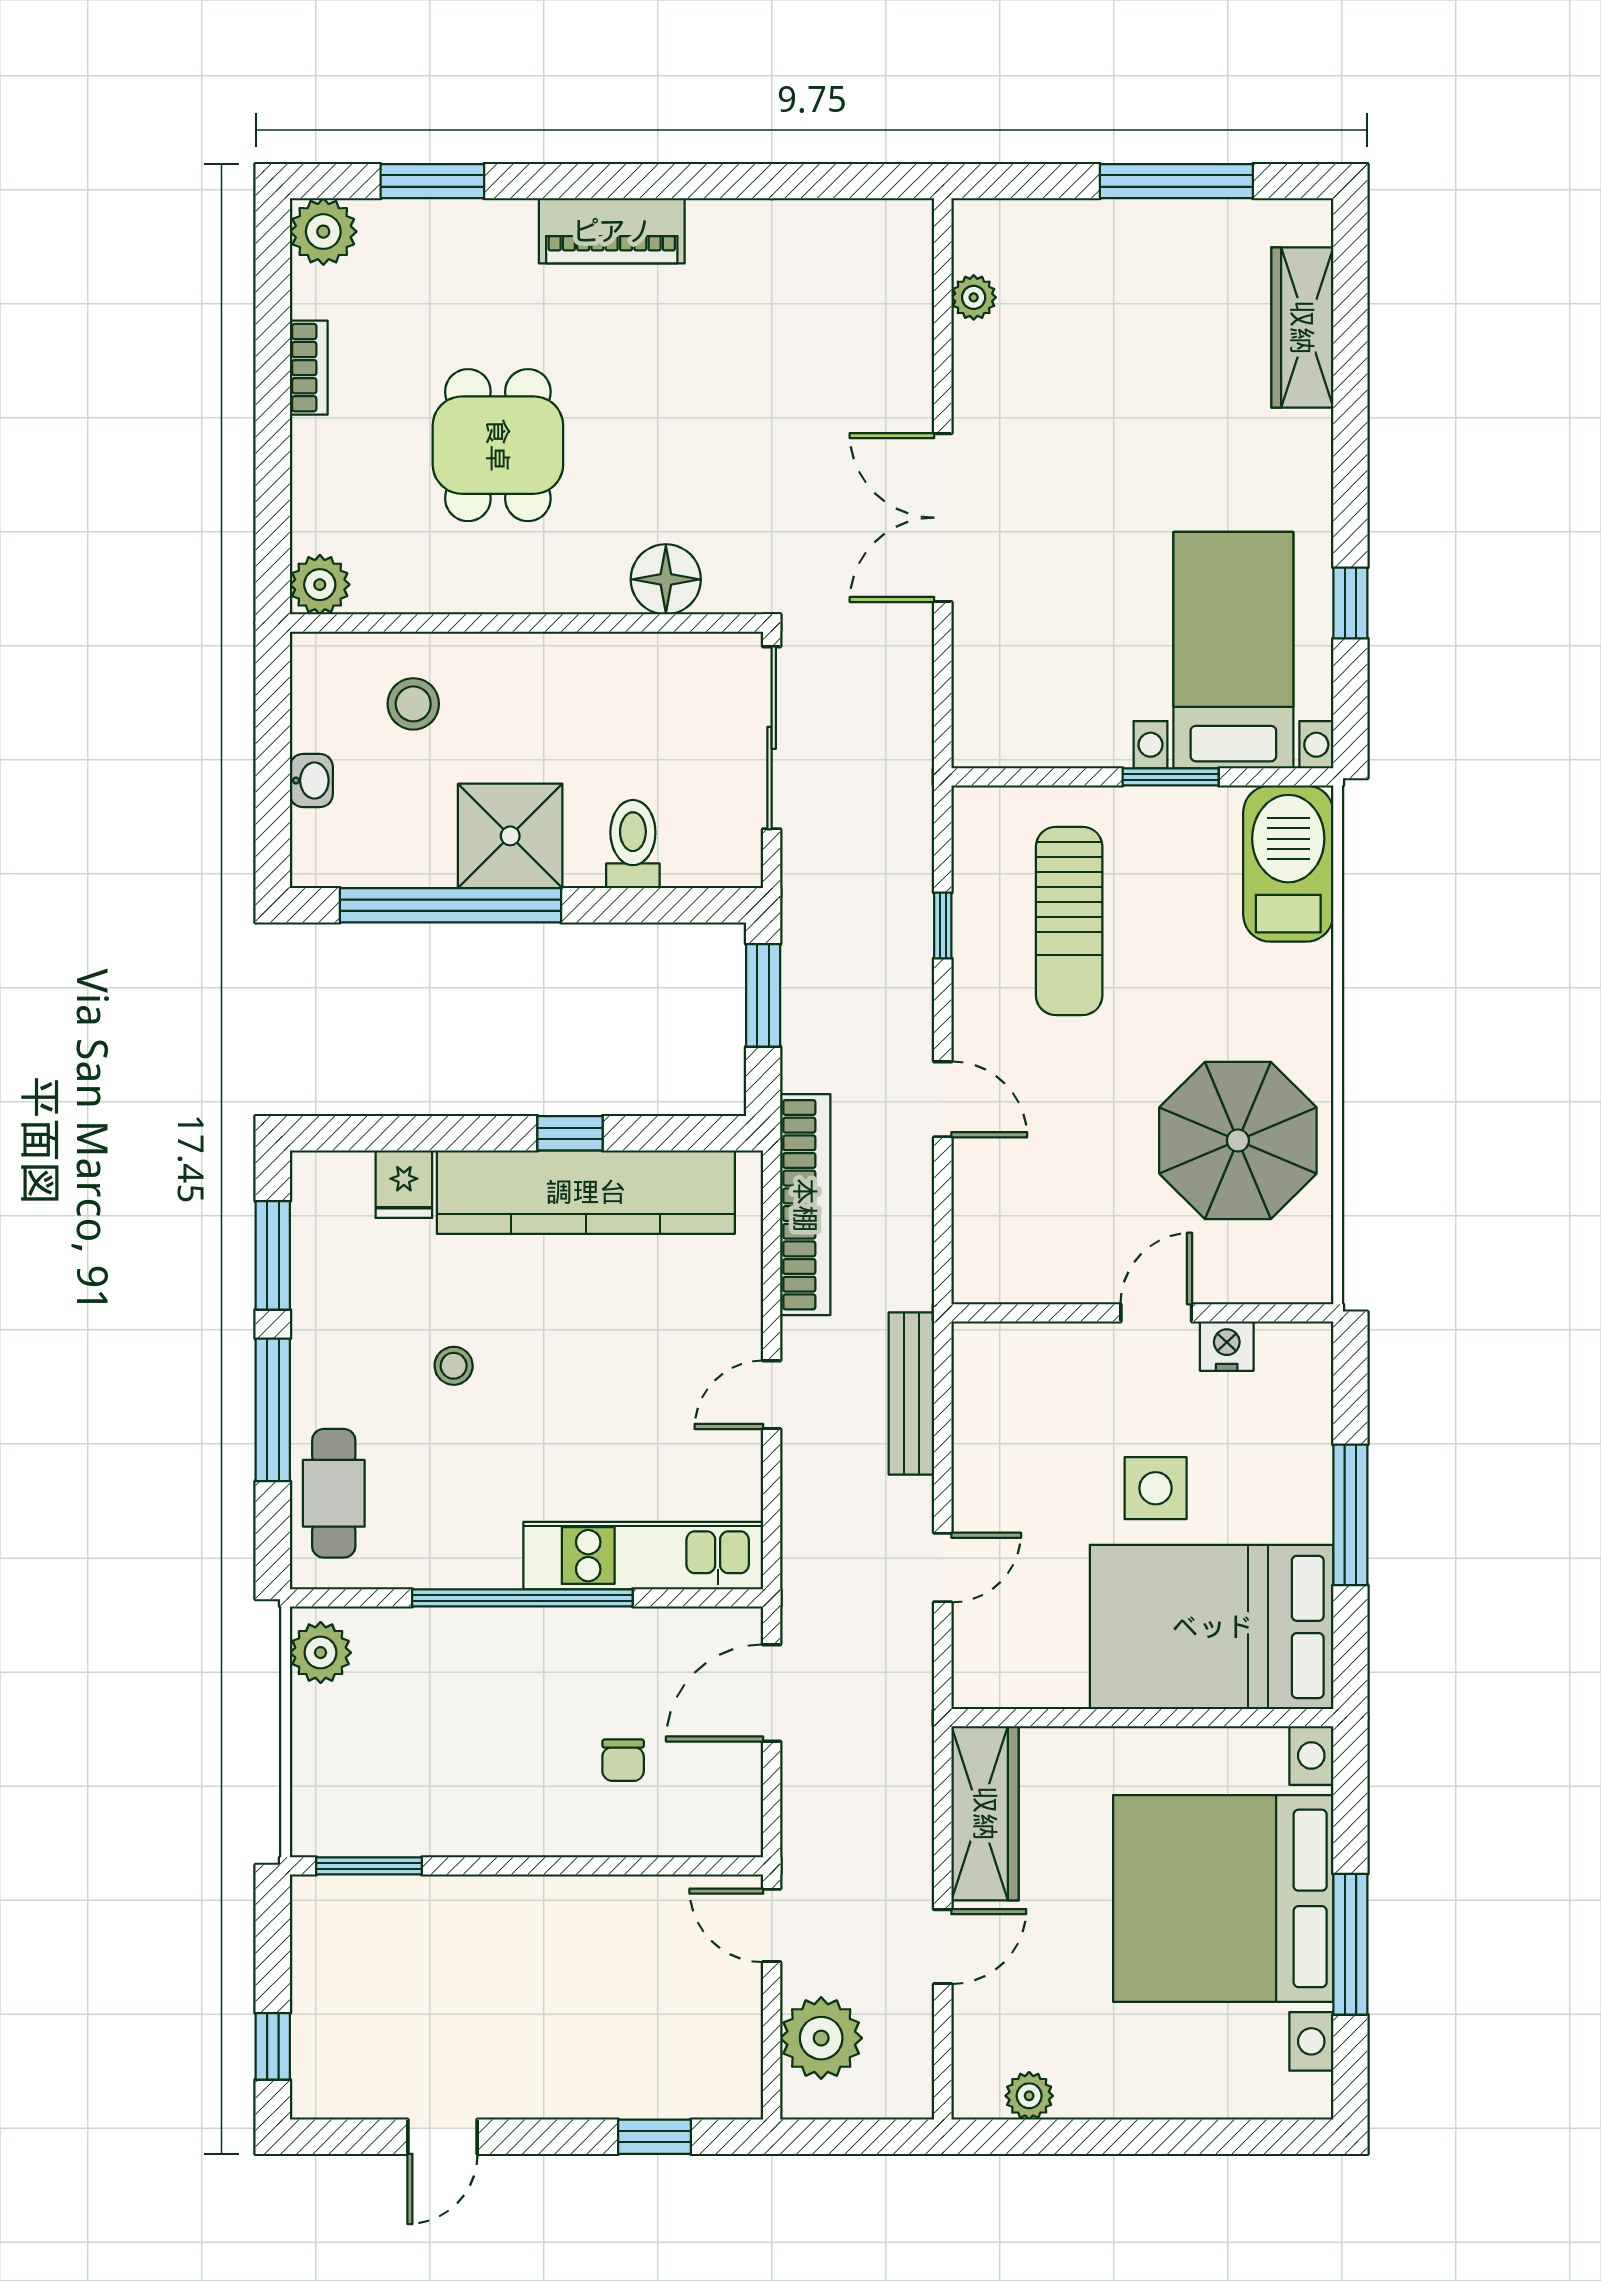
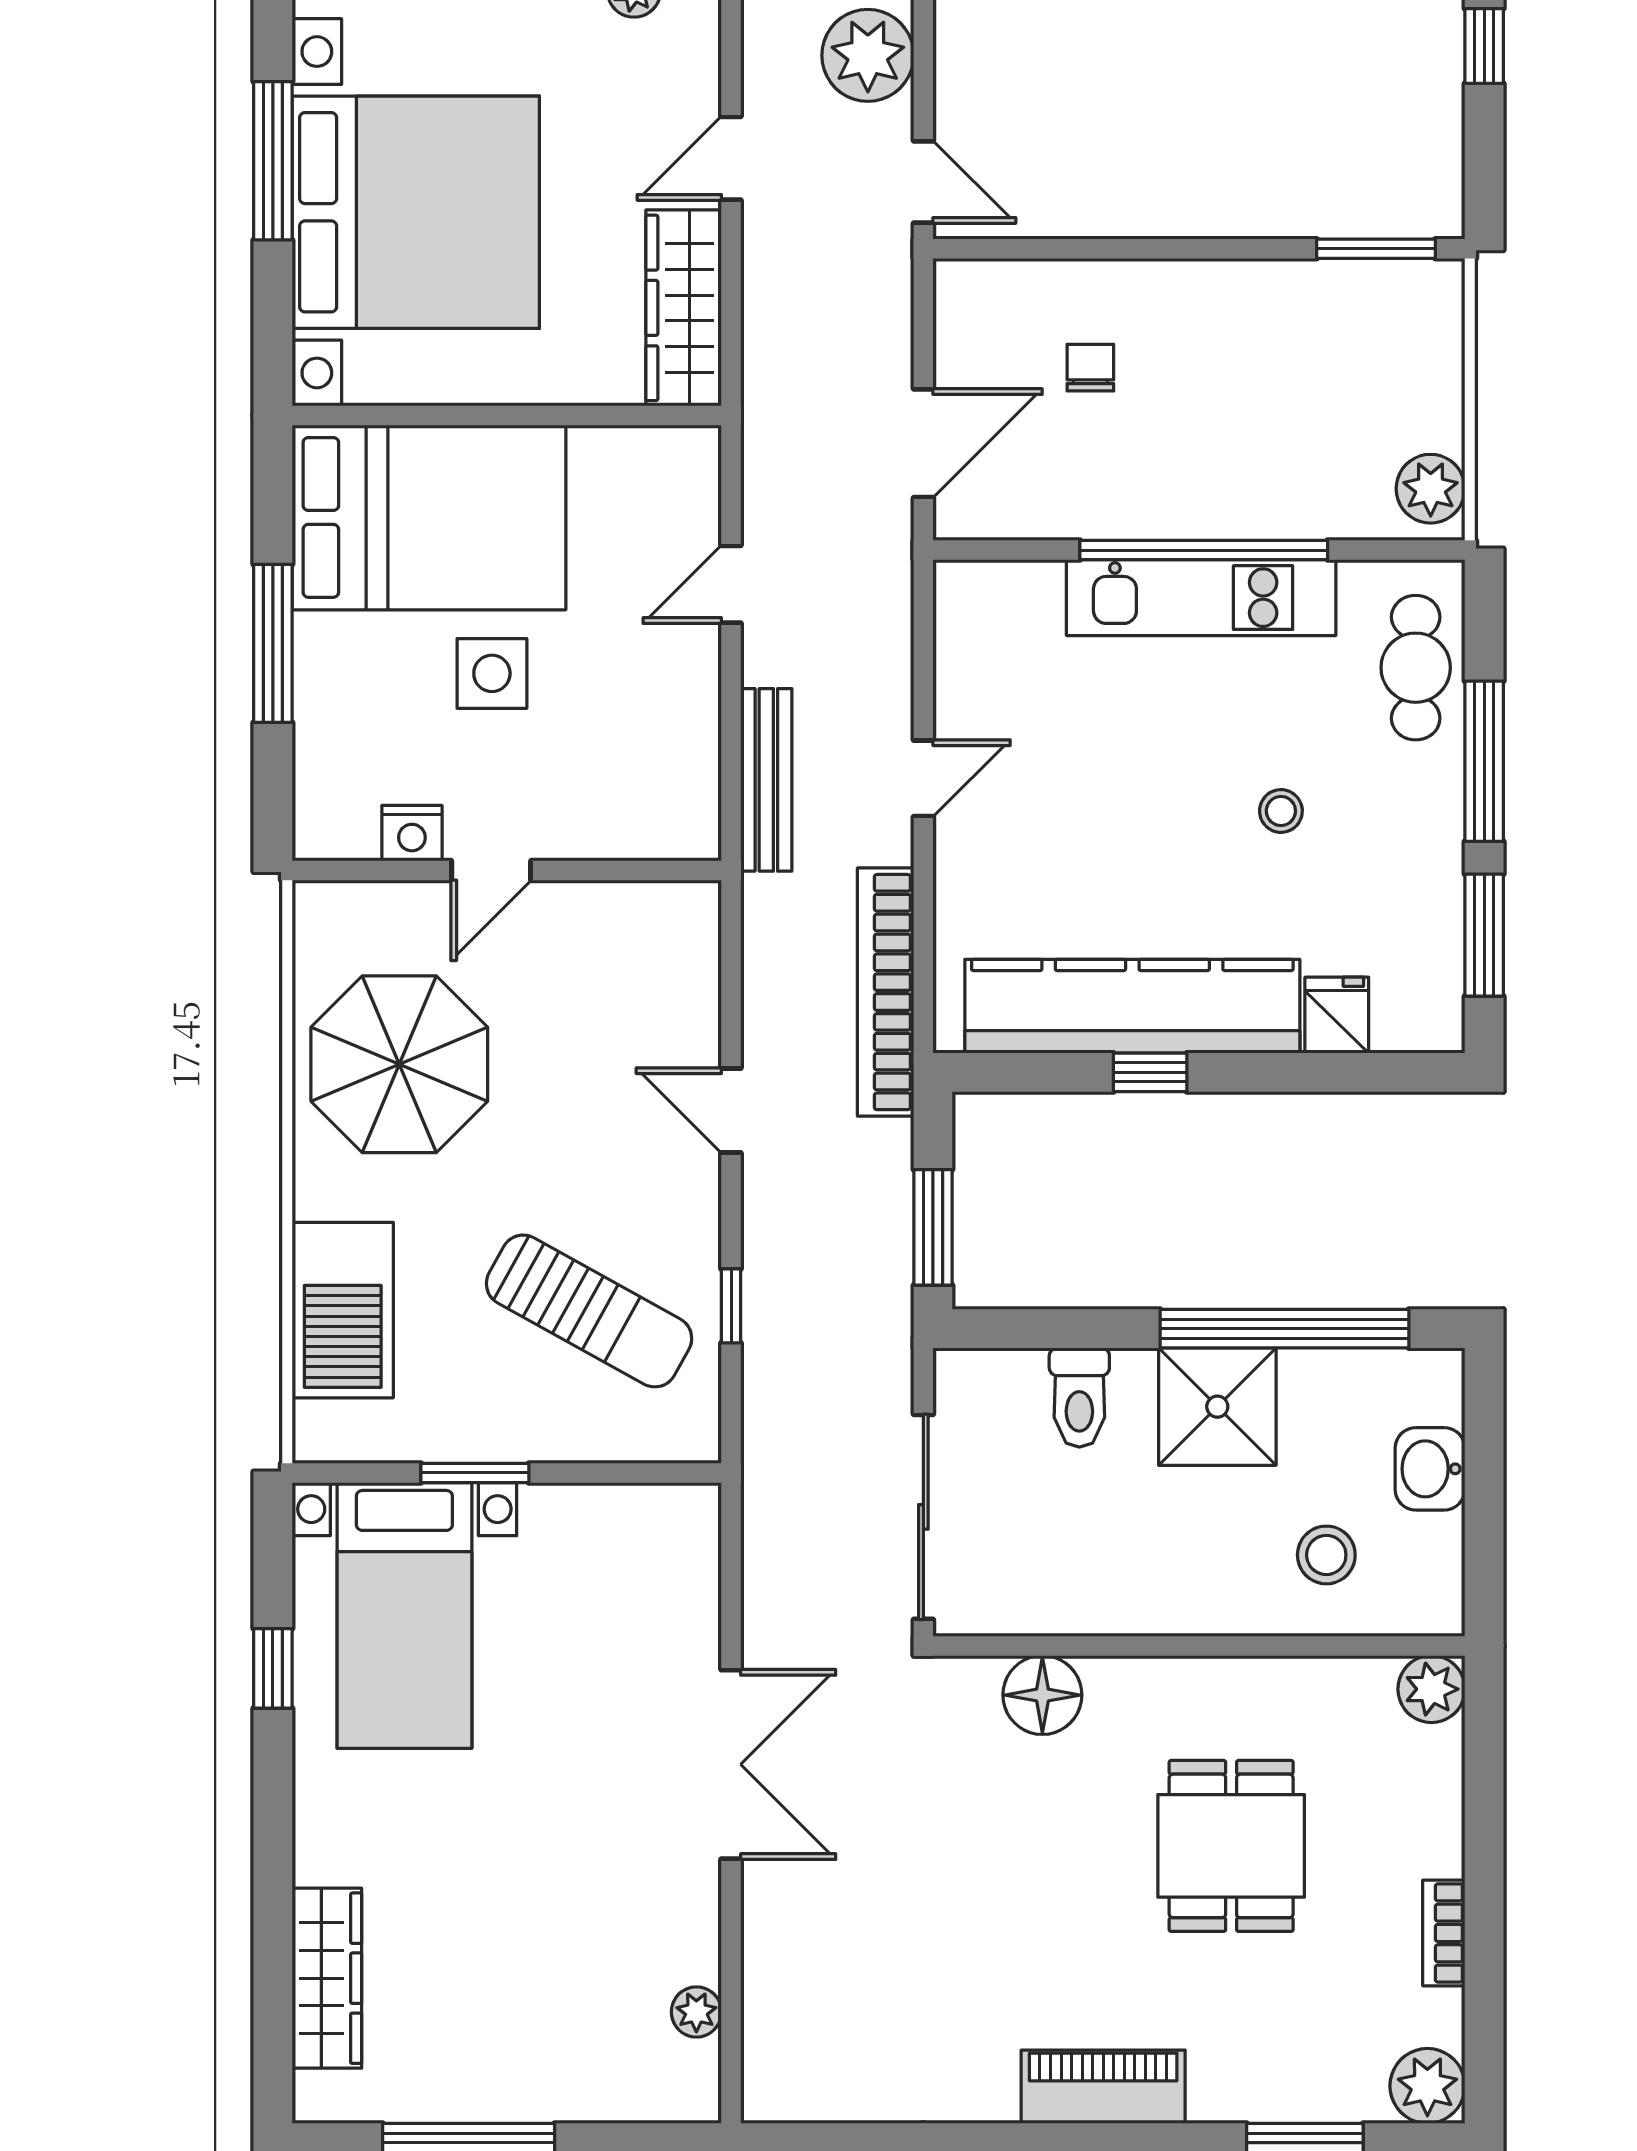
washbasin: (311, 781) -> (1430, 1469), width x1.38, depth x1.45
barbecue: (1288, 864) -> (343, 1310), moved
sun lounger: (1069, 921) -> (589, 1311), turned 119
kitchen unit: (643, 1556) -> (1201, 598), moved

